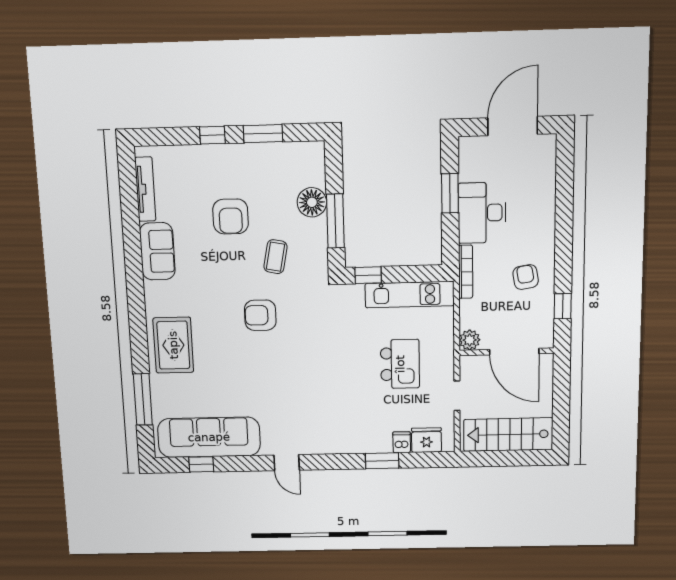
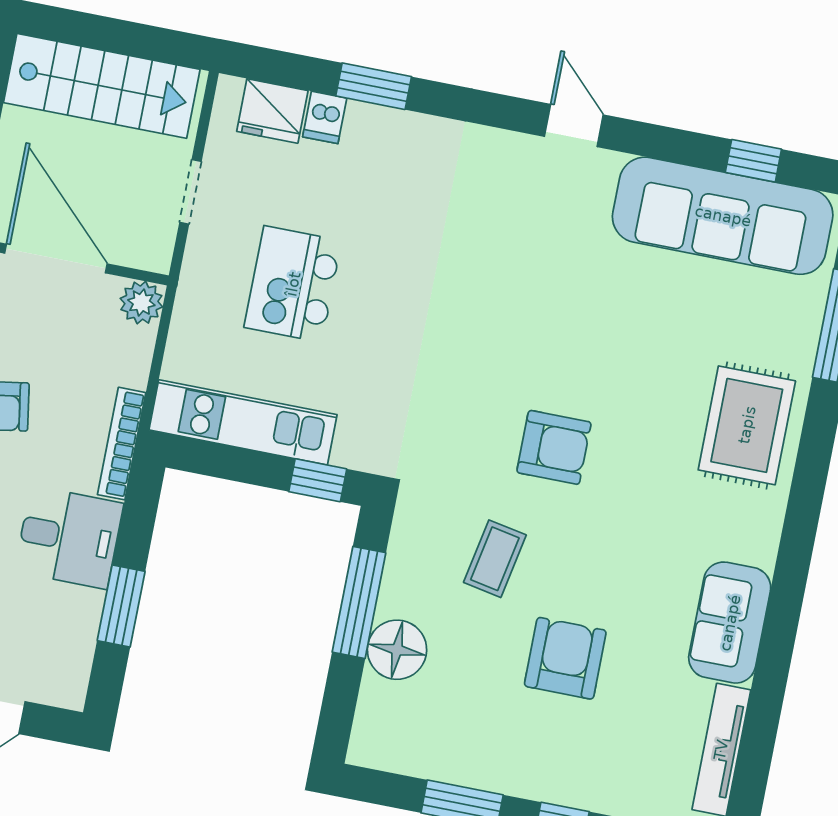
desk: (482, 213) -> (69, 537), width x0.73

